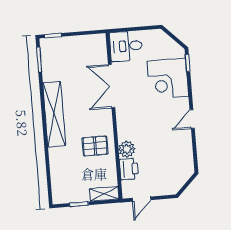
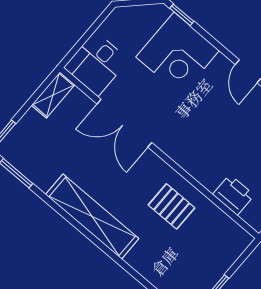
pallet: (95, 146) -> (172, 206), turned 90
plant: (127, 149) -> (210, 175), removed
shelving: (104, 194) -> (53, 95), moved

